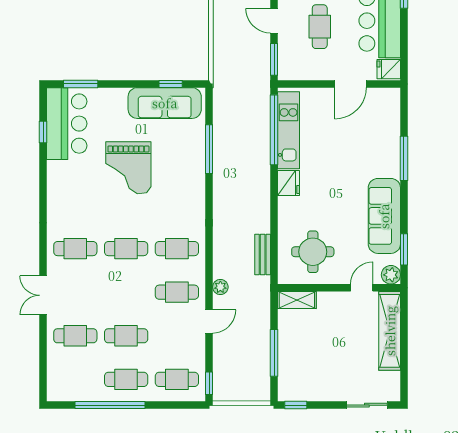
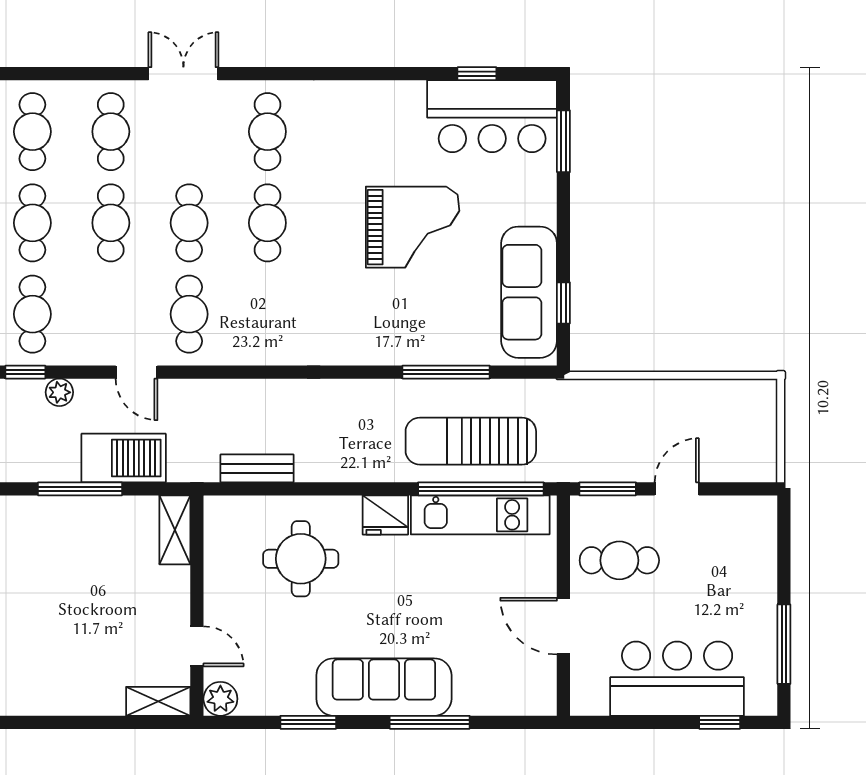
cafe table: (320, 27) -> (619, 560), moved
fridge: (389, 69) -> (590, 695), removed
sun lounger: (247, 135) -> (471, 441), added
grand piano: (128, 168) -> (413, 227), turned 180
sofa: (384, 216) -> (384, 687), moved
cafe table: (177, 249) -> (189, 223), moved
window: (404, 249) -> (308, 722), moved
round table: (313, 252) -> (301, 559), moved
plant: (220, 287) -> (59, 392), moved
barbecue: (257, 329) -> (124, 458), added
shelving: (390, 331) -> (158, 701), width x0.45, depth x0.75
cafe table: (75, 379) -> (32, 132), added

